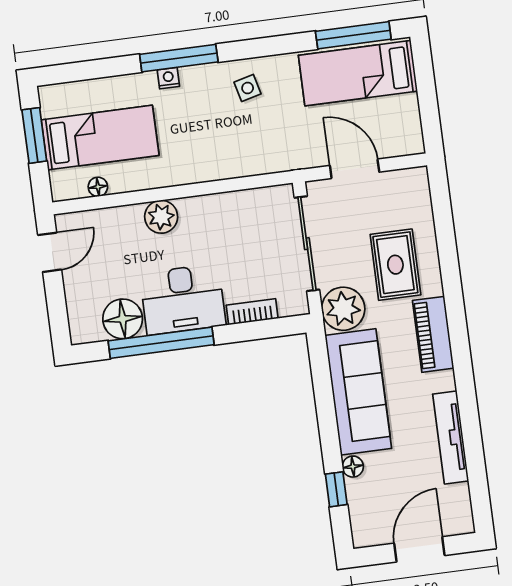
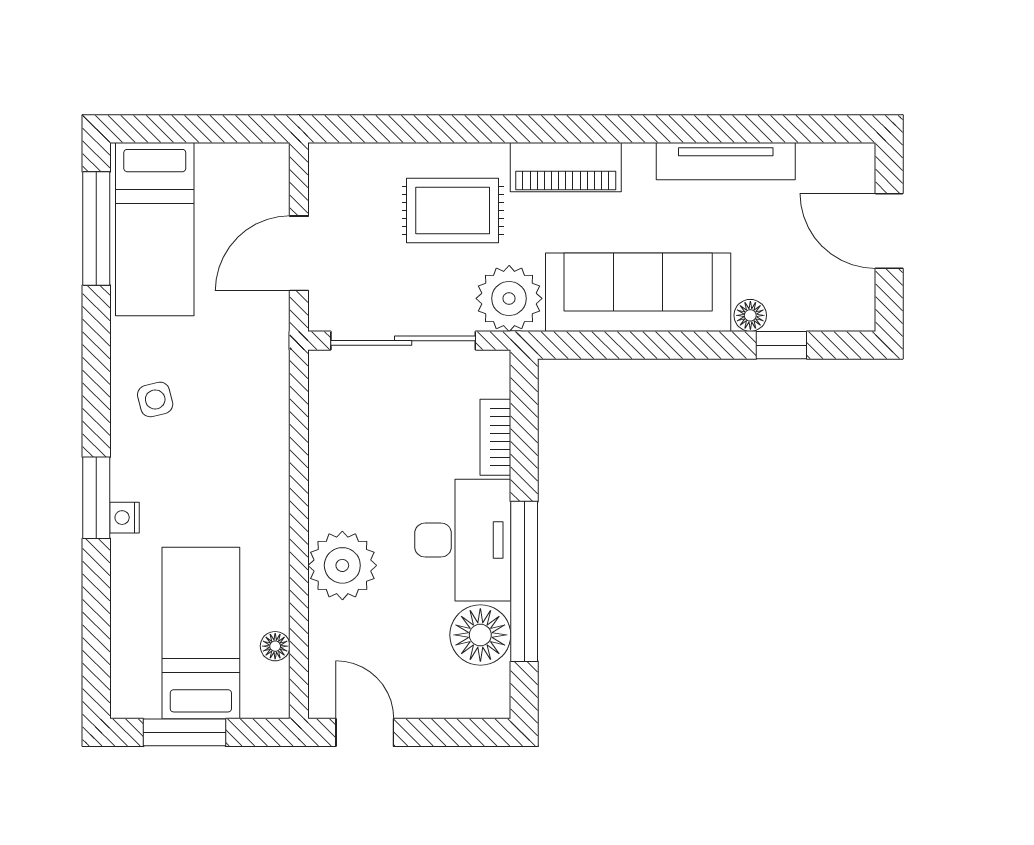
window: (179, 58) -> (96, 498), width x0.69
plant: (161, 217) -> (342, 565), width x1.36, depth x1.36

